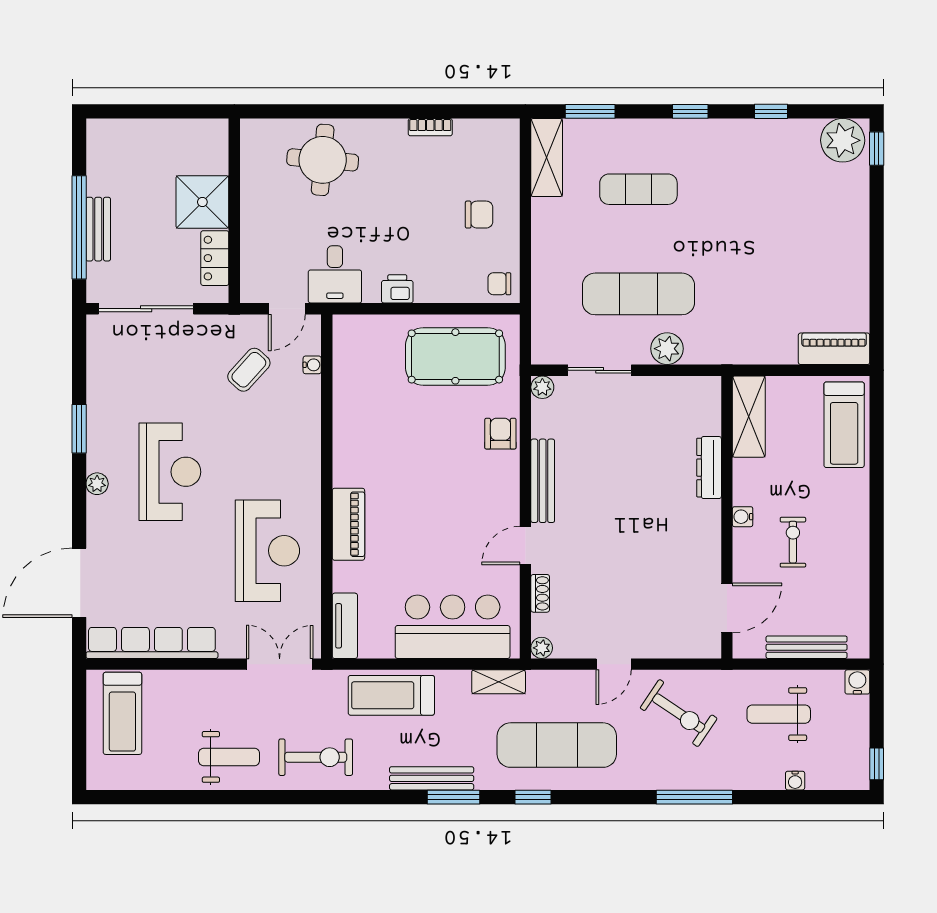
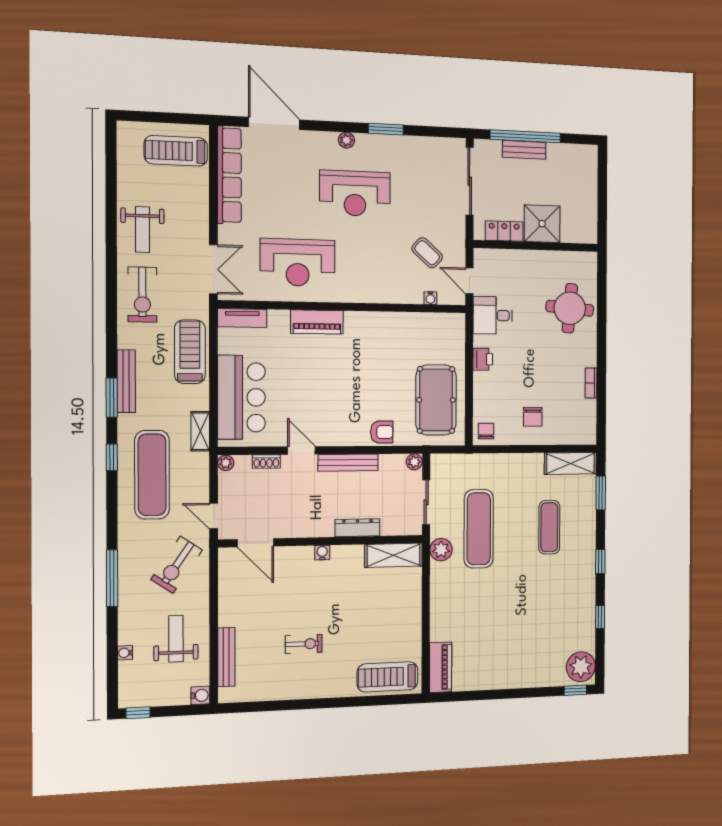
shelving: (749, 417) -> (394, 555), moved
dresser: (709, 468) -> (357, 528), moved
wall: (727, 517) -> (322, 541), moved
water cooler: (743, 517) -> (322, 553), moved
door: (727, 608) -> (255, 543), moved

